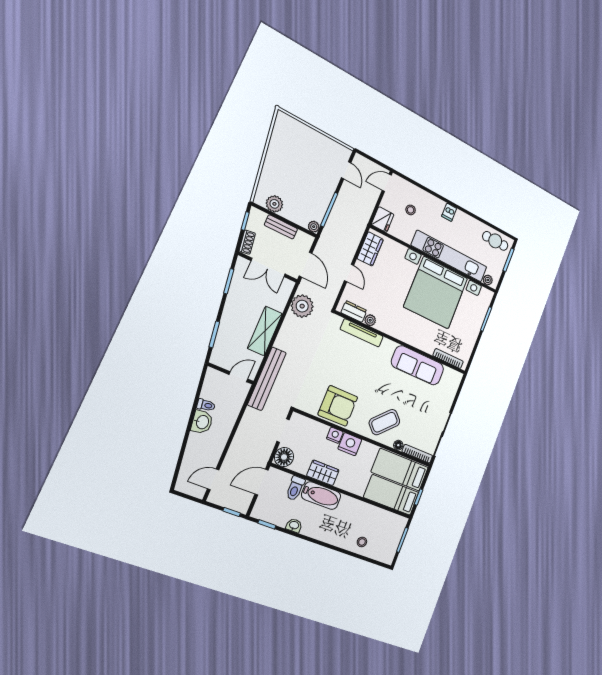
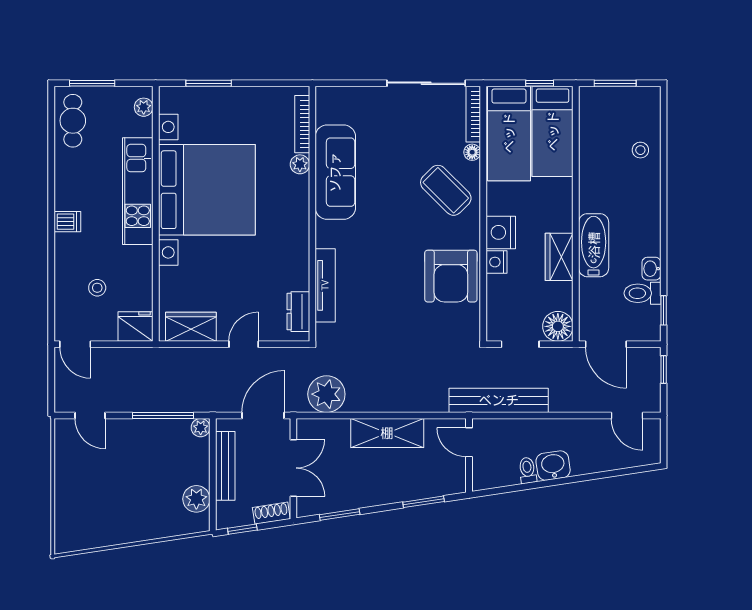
door: (346, 170) -> (90, 415), swing flipped
bench: (281, 227) -> (225, 466), width x1.36
kitchen unit: (449, 256) -> (138, 191), width x0.73
plant: (370, 320) -> (300, 164), moved
bench: (267, 379) -> (499, 400), moved
armchair: (338, 406) -> (451, 276), turned 180
toilet: (295, 488) -> (642, 293), moved, turned 180

